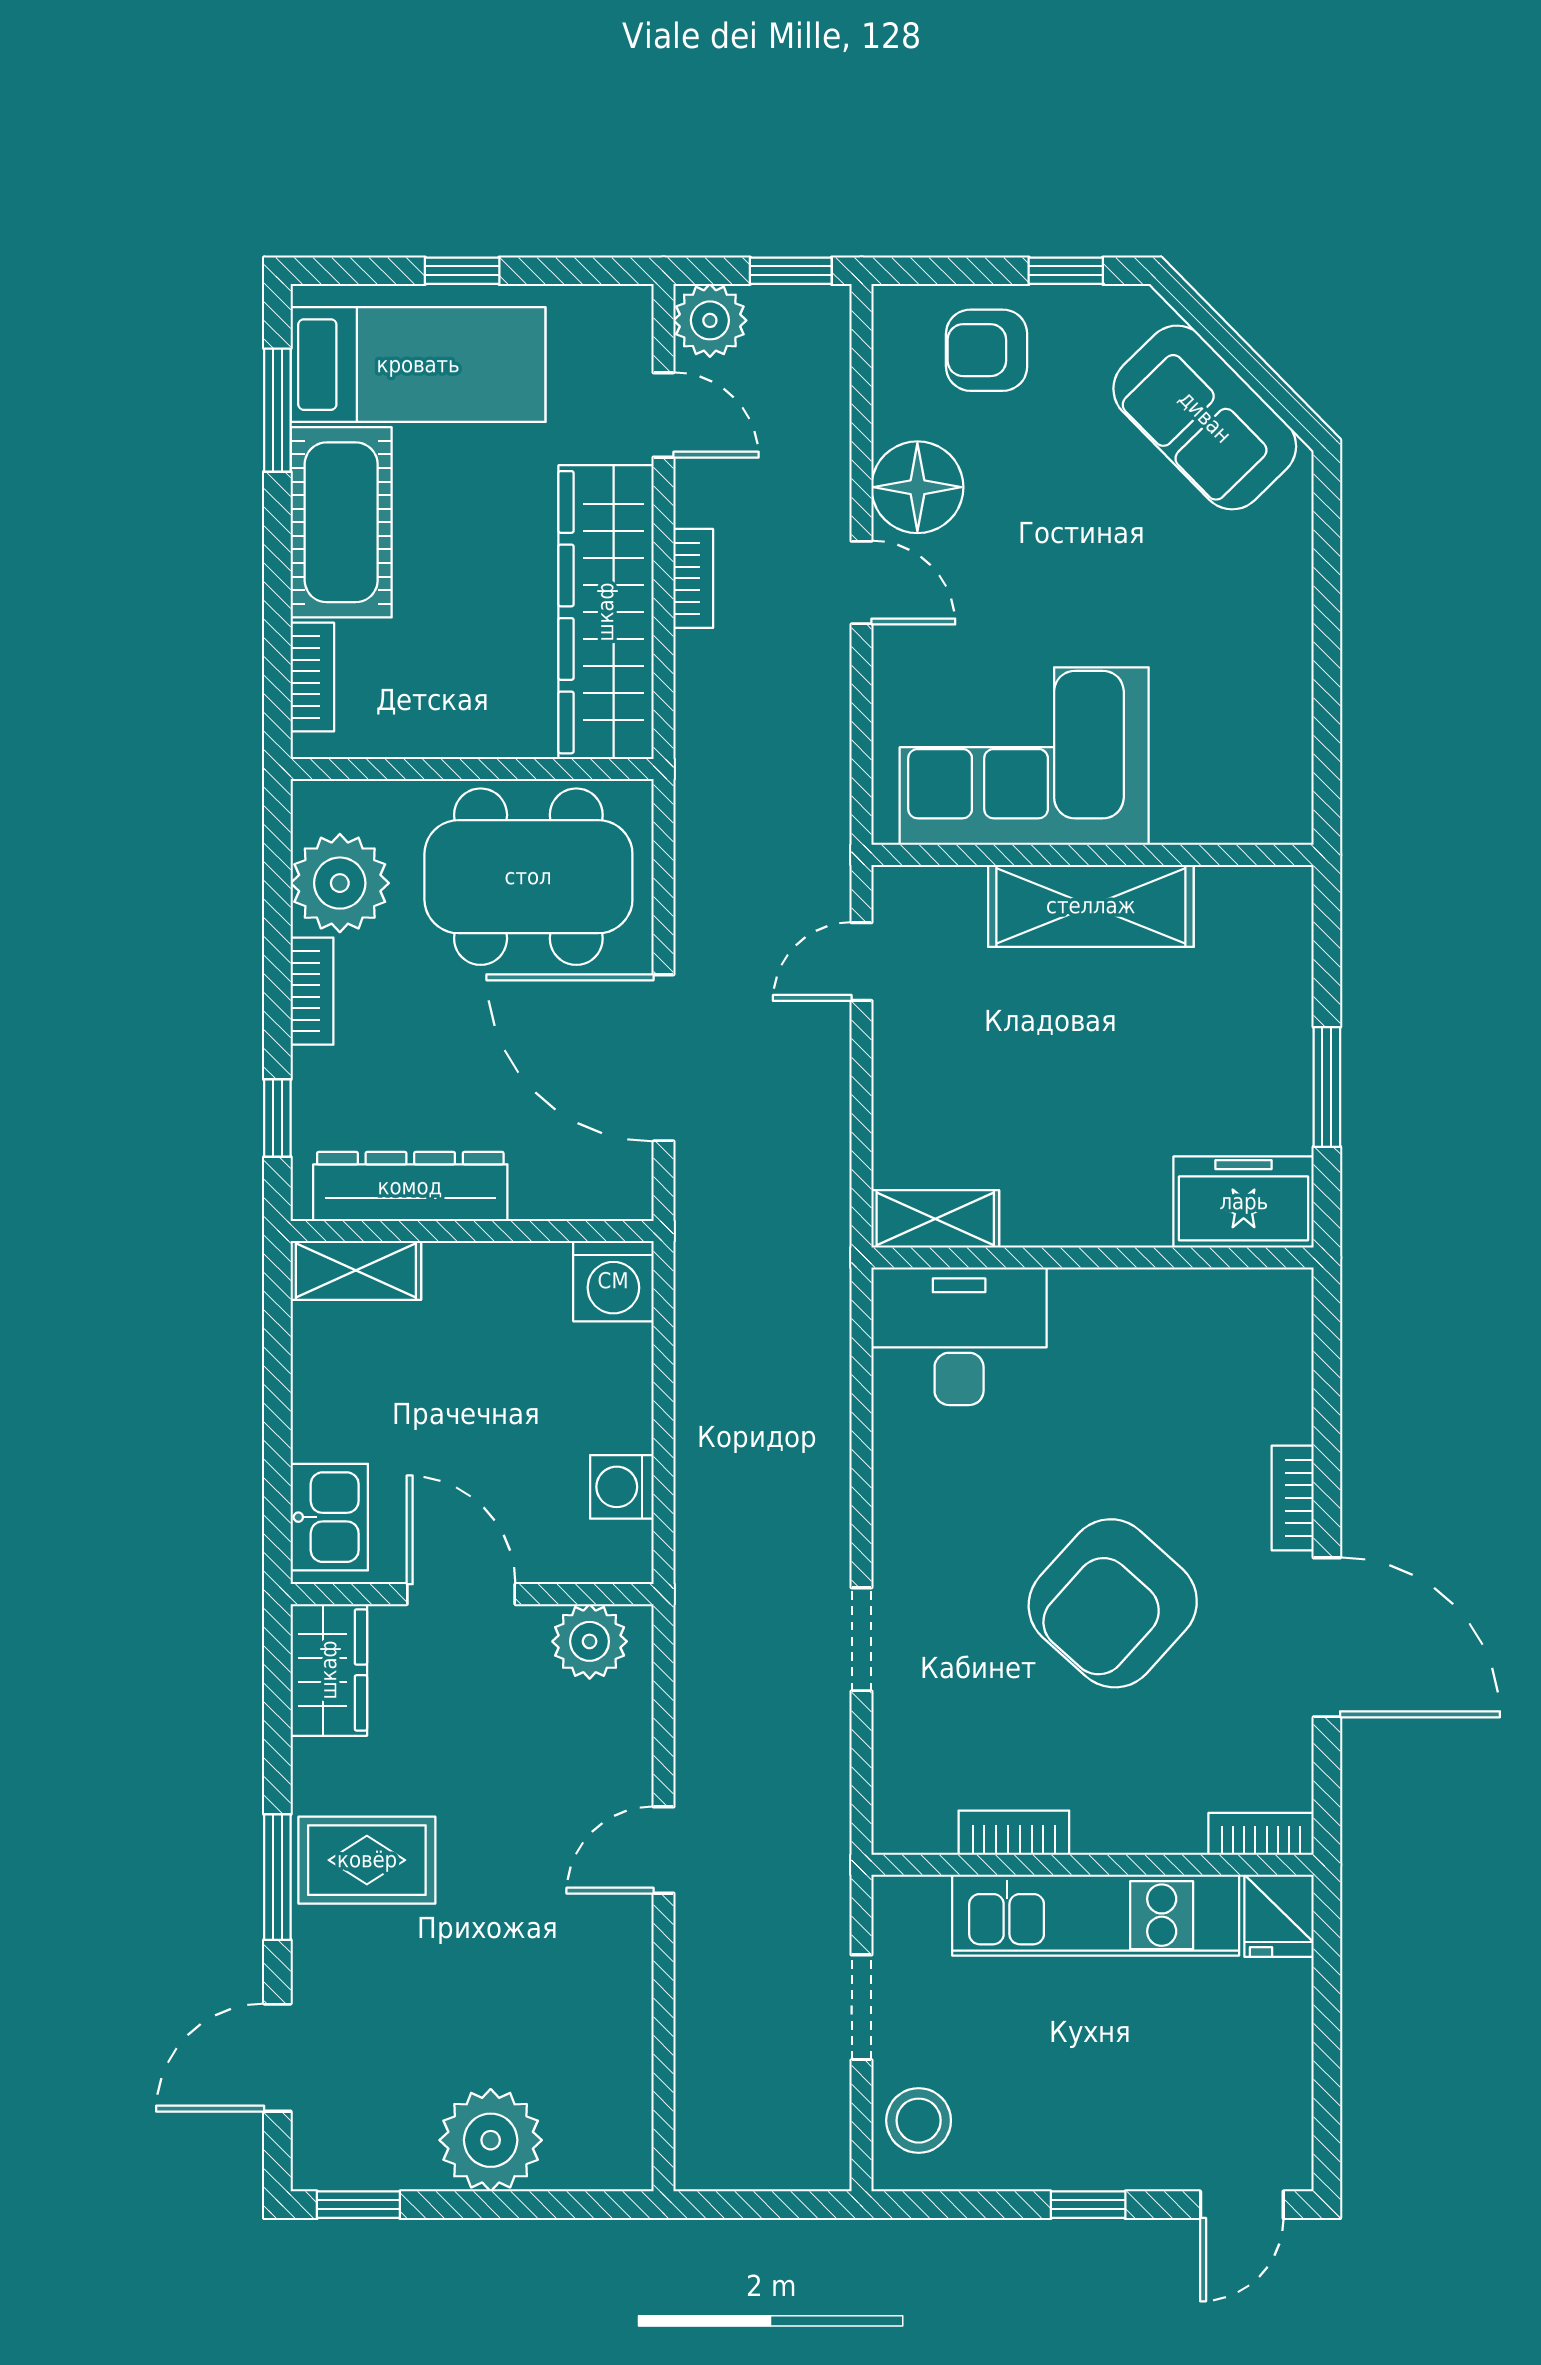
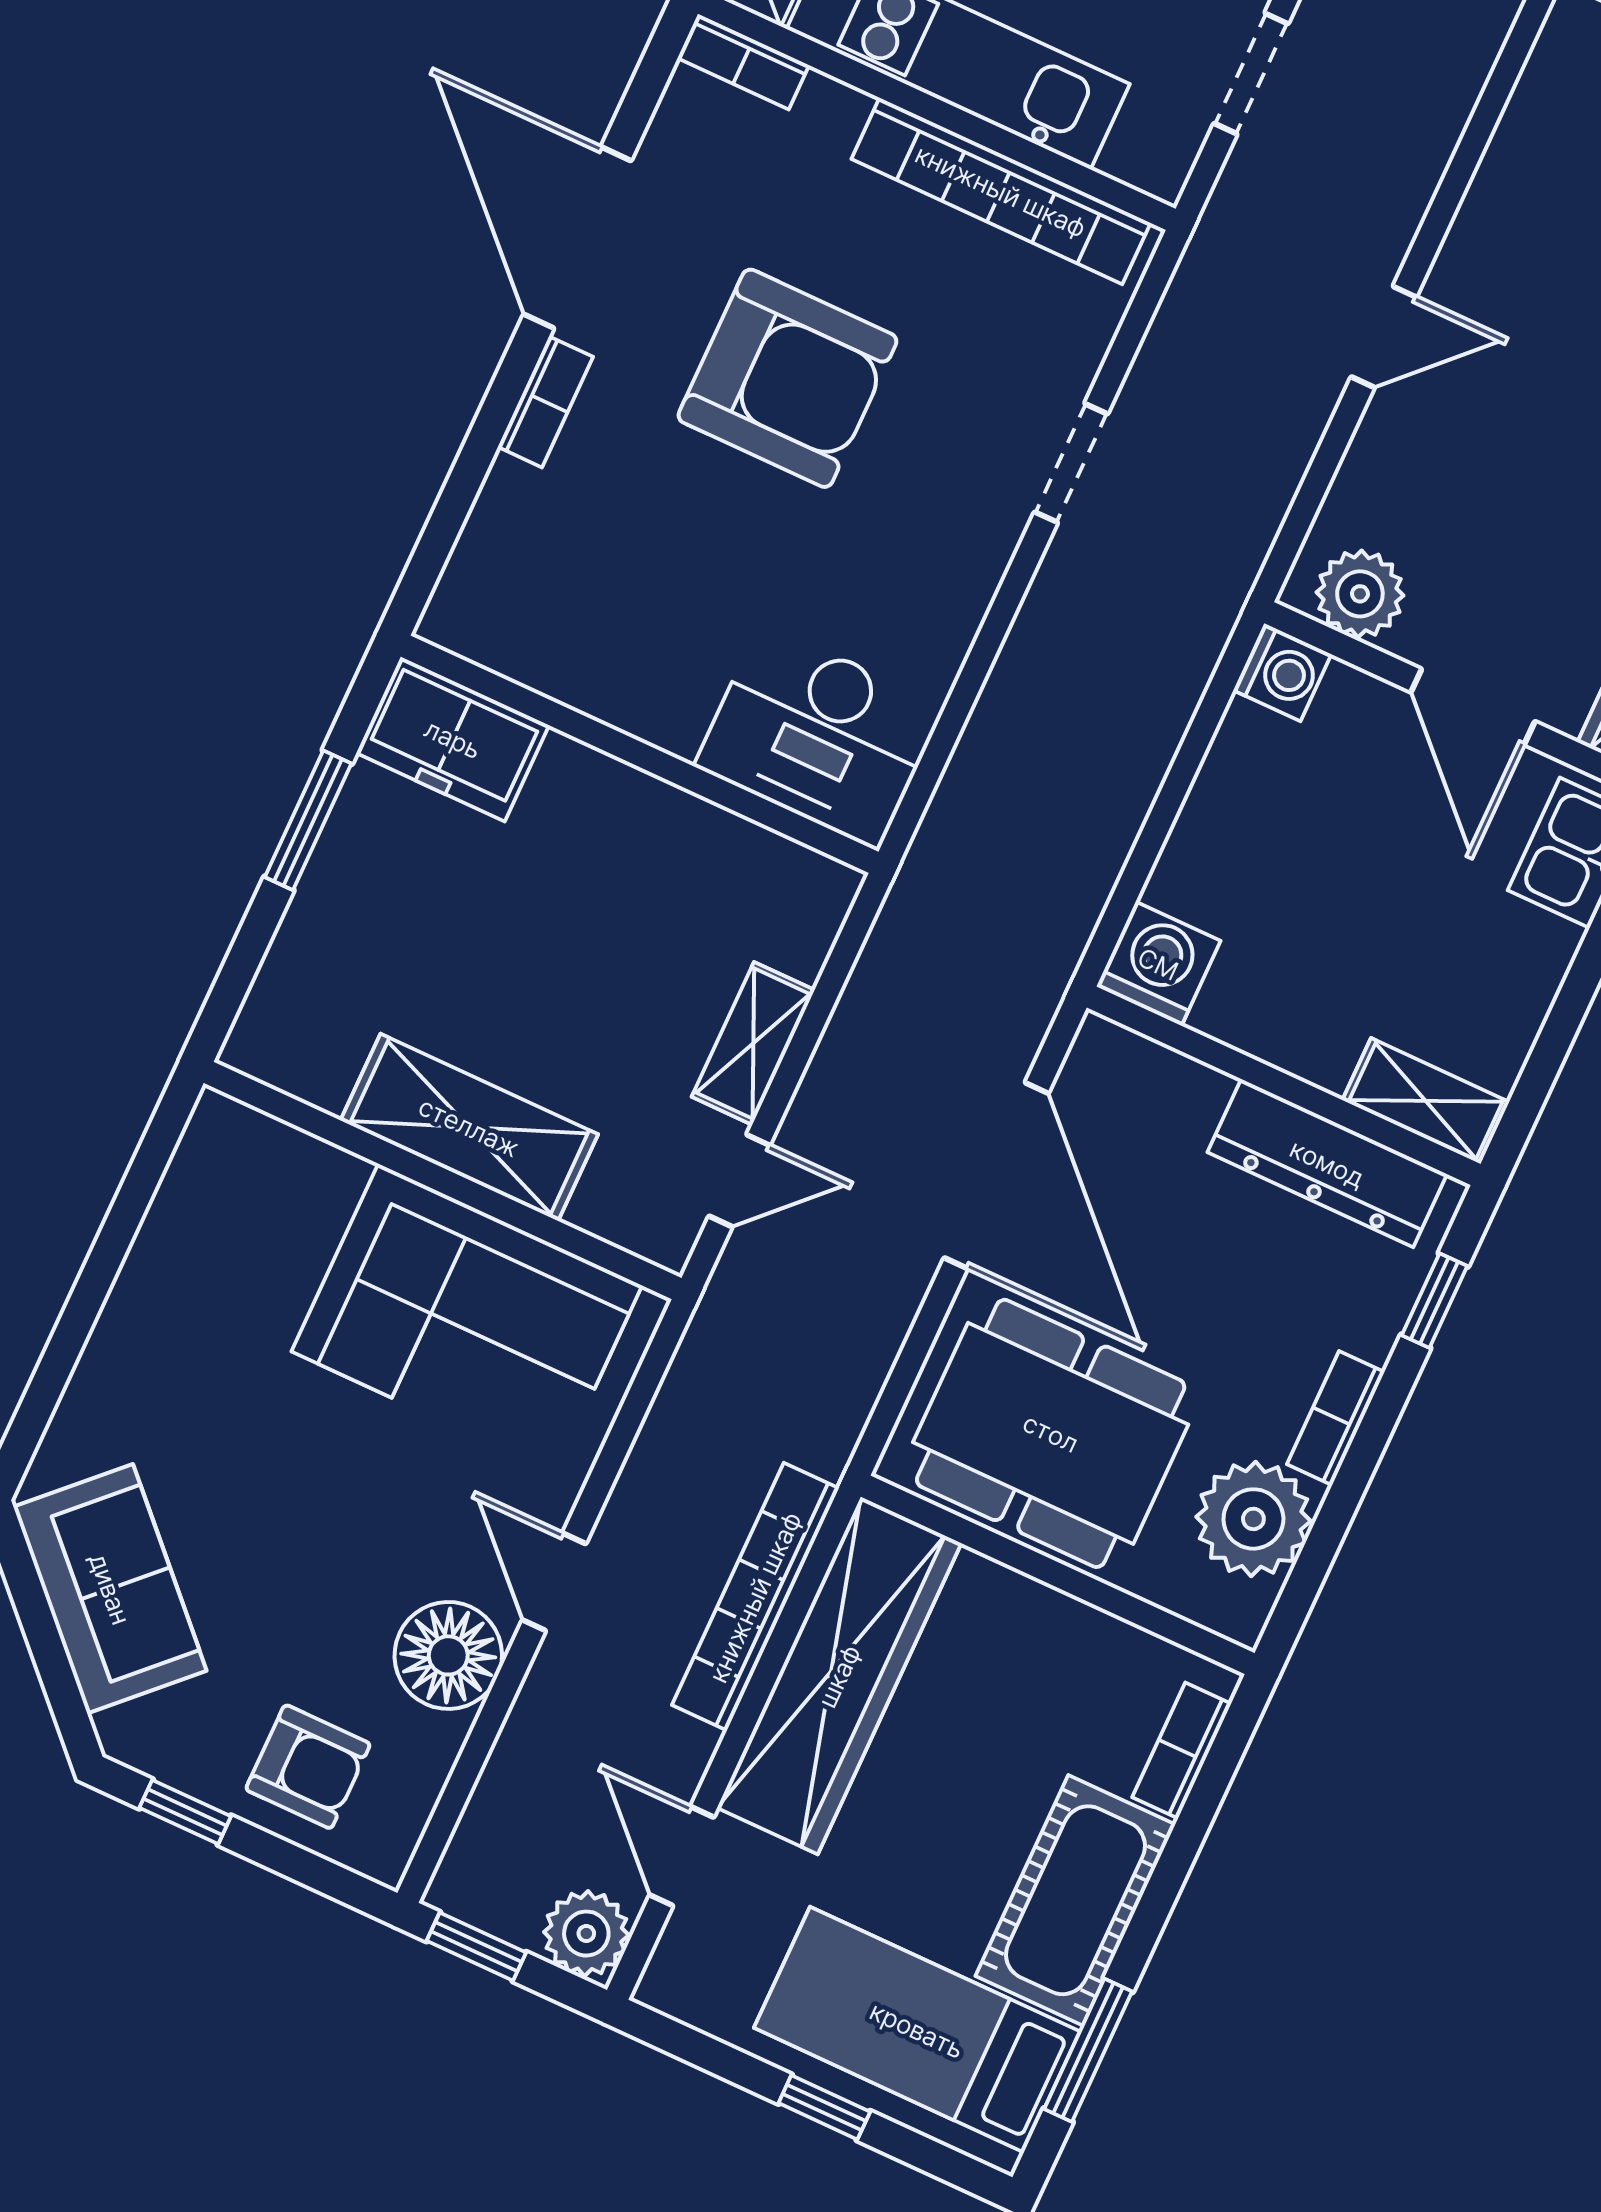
bookcase: (693, 578) -> (755, 1597), width x2.31, depth x1.31
shelving: (935, 1219) -> (753, 1043), moved, turned 90
washing machine: (622, 1487) -> (1282, 672), moved
armchair: (1113, 1603) -> (787, 378), turned 48
bookcase: (1014, 1833) -> (1001, 191), width x2.31, depth x1.31

